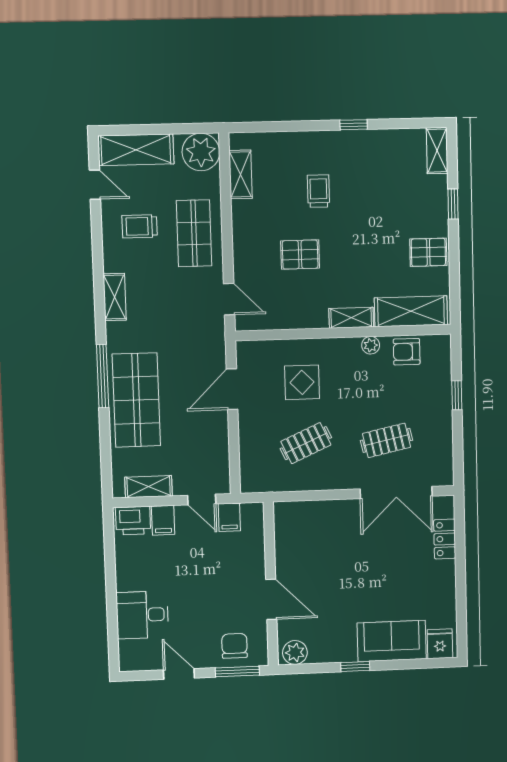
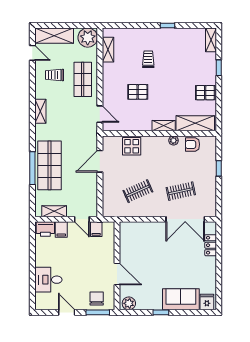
window: (103, 376) -> (32, 168), moved
display table: (302, 382) -> (132, 146), moved

